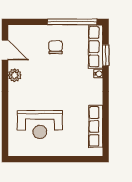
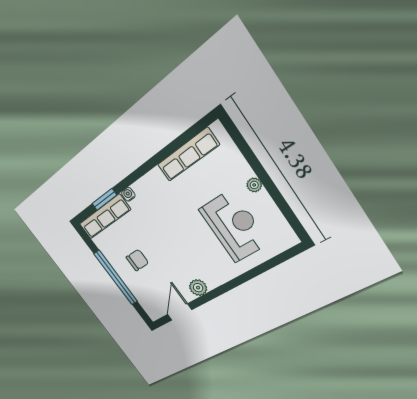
window: (72, 22) -> (116, 278), moved
chair: (56, 47) -> (137, 260), turned 180
plant: (56, 151) -> (254, 185), added

